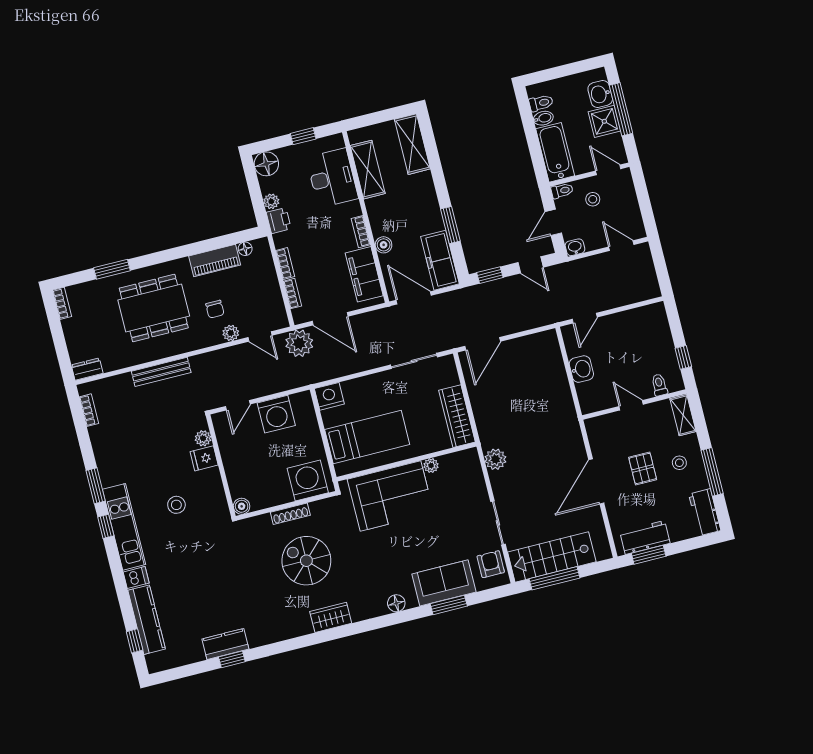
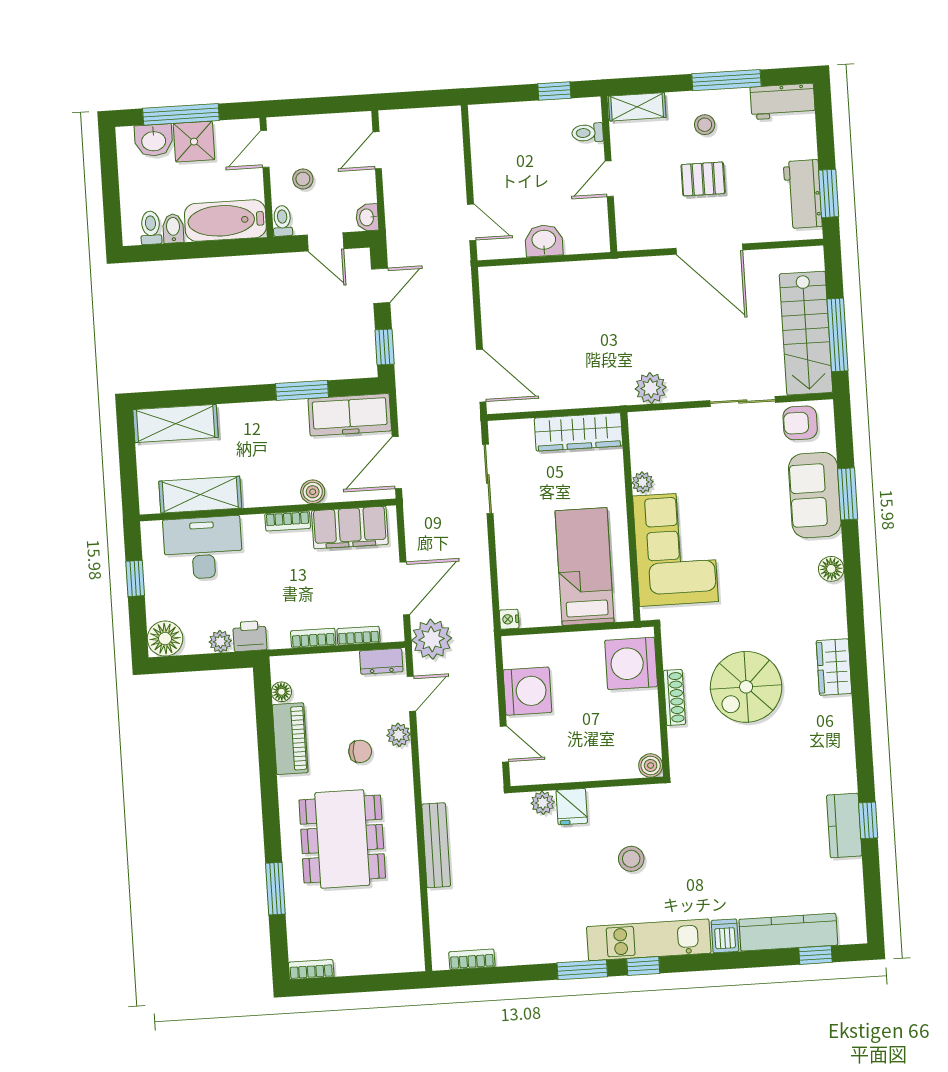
dresser: (87, 369) -> (381, 661), moved, turned -90
nightstand: (329, 396) -> (509, 619), width x0.53, depth x0.56

